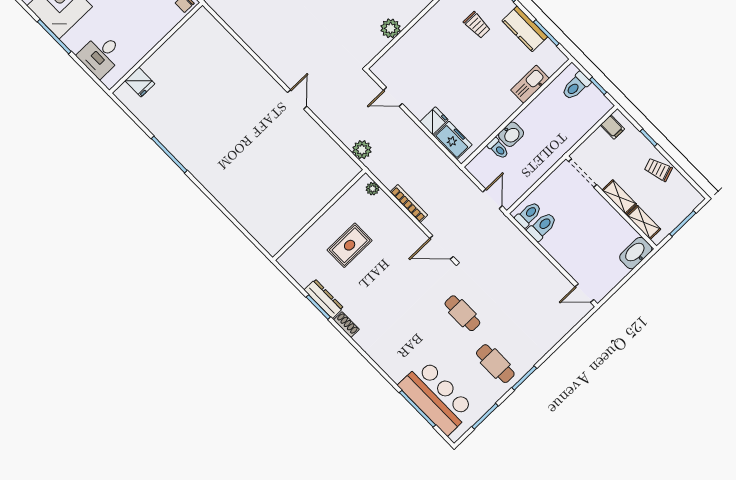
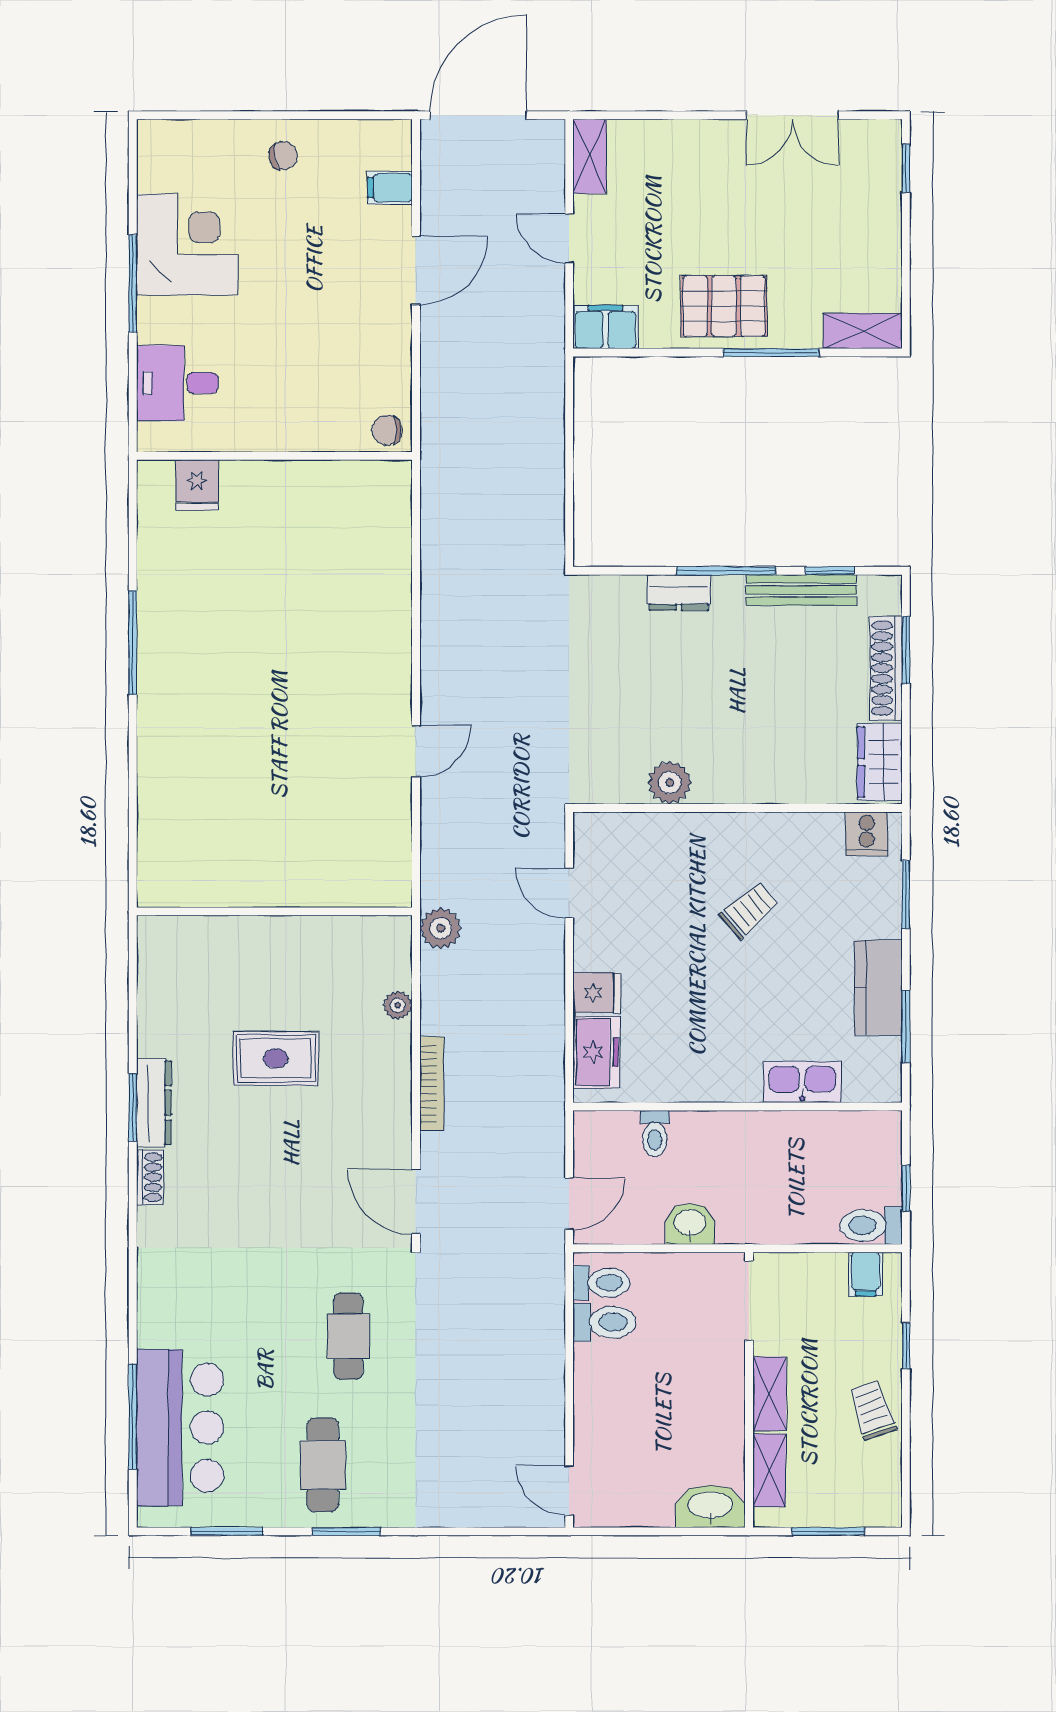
trolley: (477, 25) -> (749, 910), moved, turned -131
toilet: (576, 86) -> (871, 1226), moved
washbasin: (511, 134) -> (690, 1224), moved, turned 180
wall: (319, 215) -> (274, 911), moved

